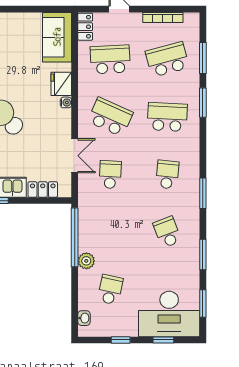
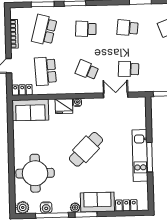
school desk: (167, 59) -> (44, 30), turned 30
school desk: (110, 117) -> (87, 70), width x0.54
school desk: (167, 117) -> (86, 29), width x0.54
locker: (43, 189) -> (141, 118), removed

